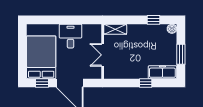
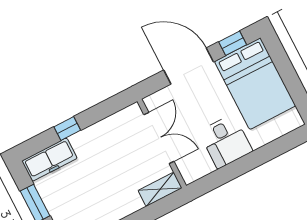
double door: (103, 55) -> (159, 138), width x1.37

